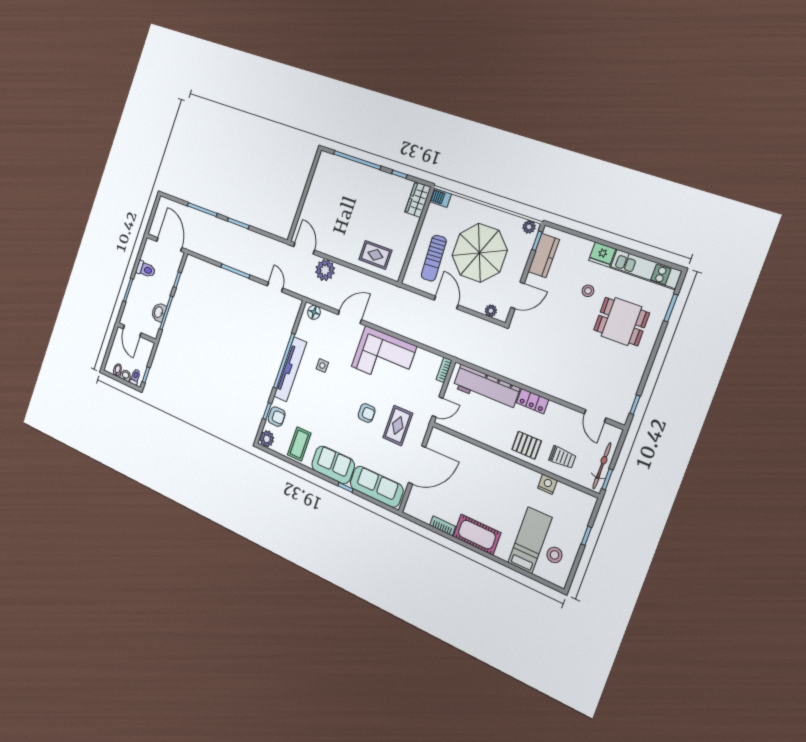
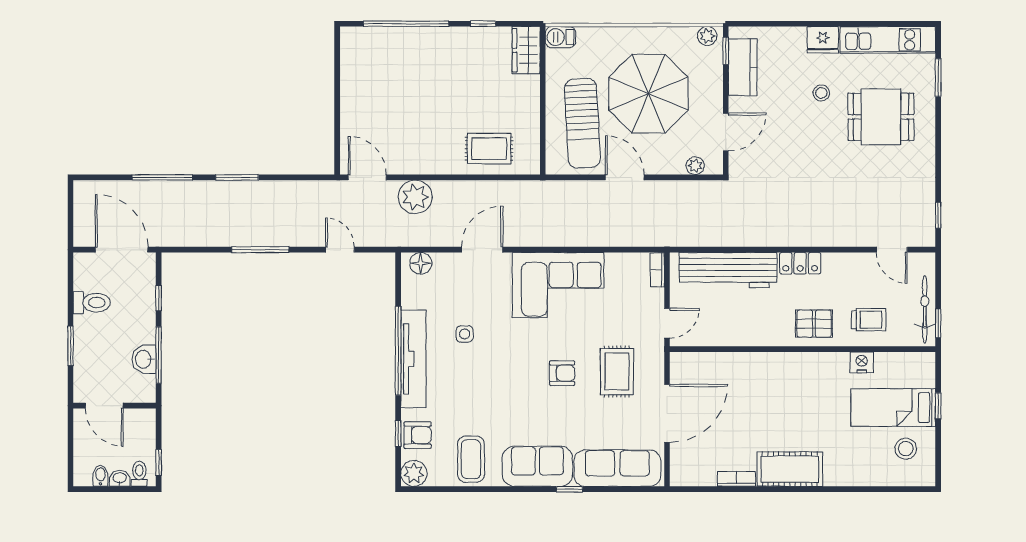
sun lounger: (434, 258) -> (582, 123), width x1.36, depth x1.34
bed: (530, 540) -> (893, 408), moved, turned -90

